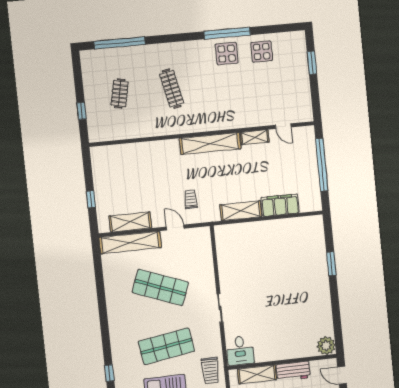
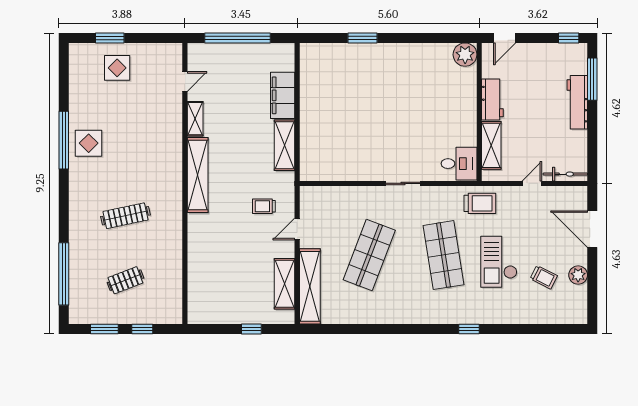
display table: (262, 52) -> (117, 68), moved
window: (78, 80) -> (104, 329), added
clothes rail: (120, 94) -> (125, 280), turned -33

